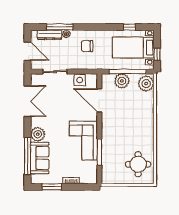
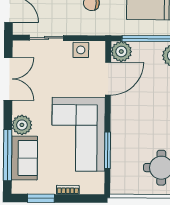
plant: (122, 81) -> (121, 51), moved
door: (99, 100) -> (108, 79), swing flipped
corner sofa: (83, 141) -> (78, 134), width x1.36, depth x1.36

